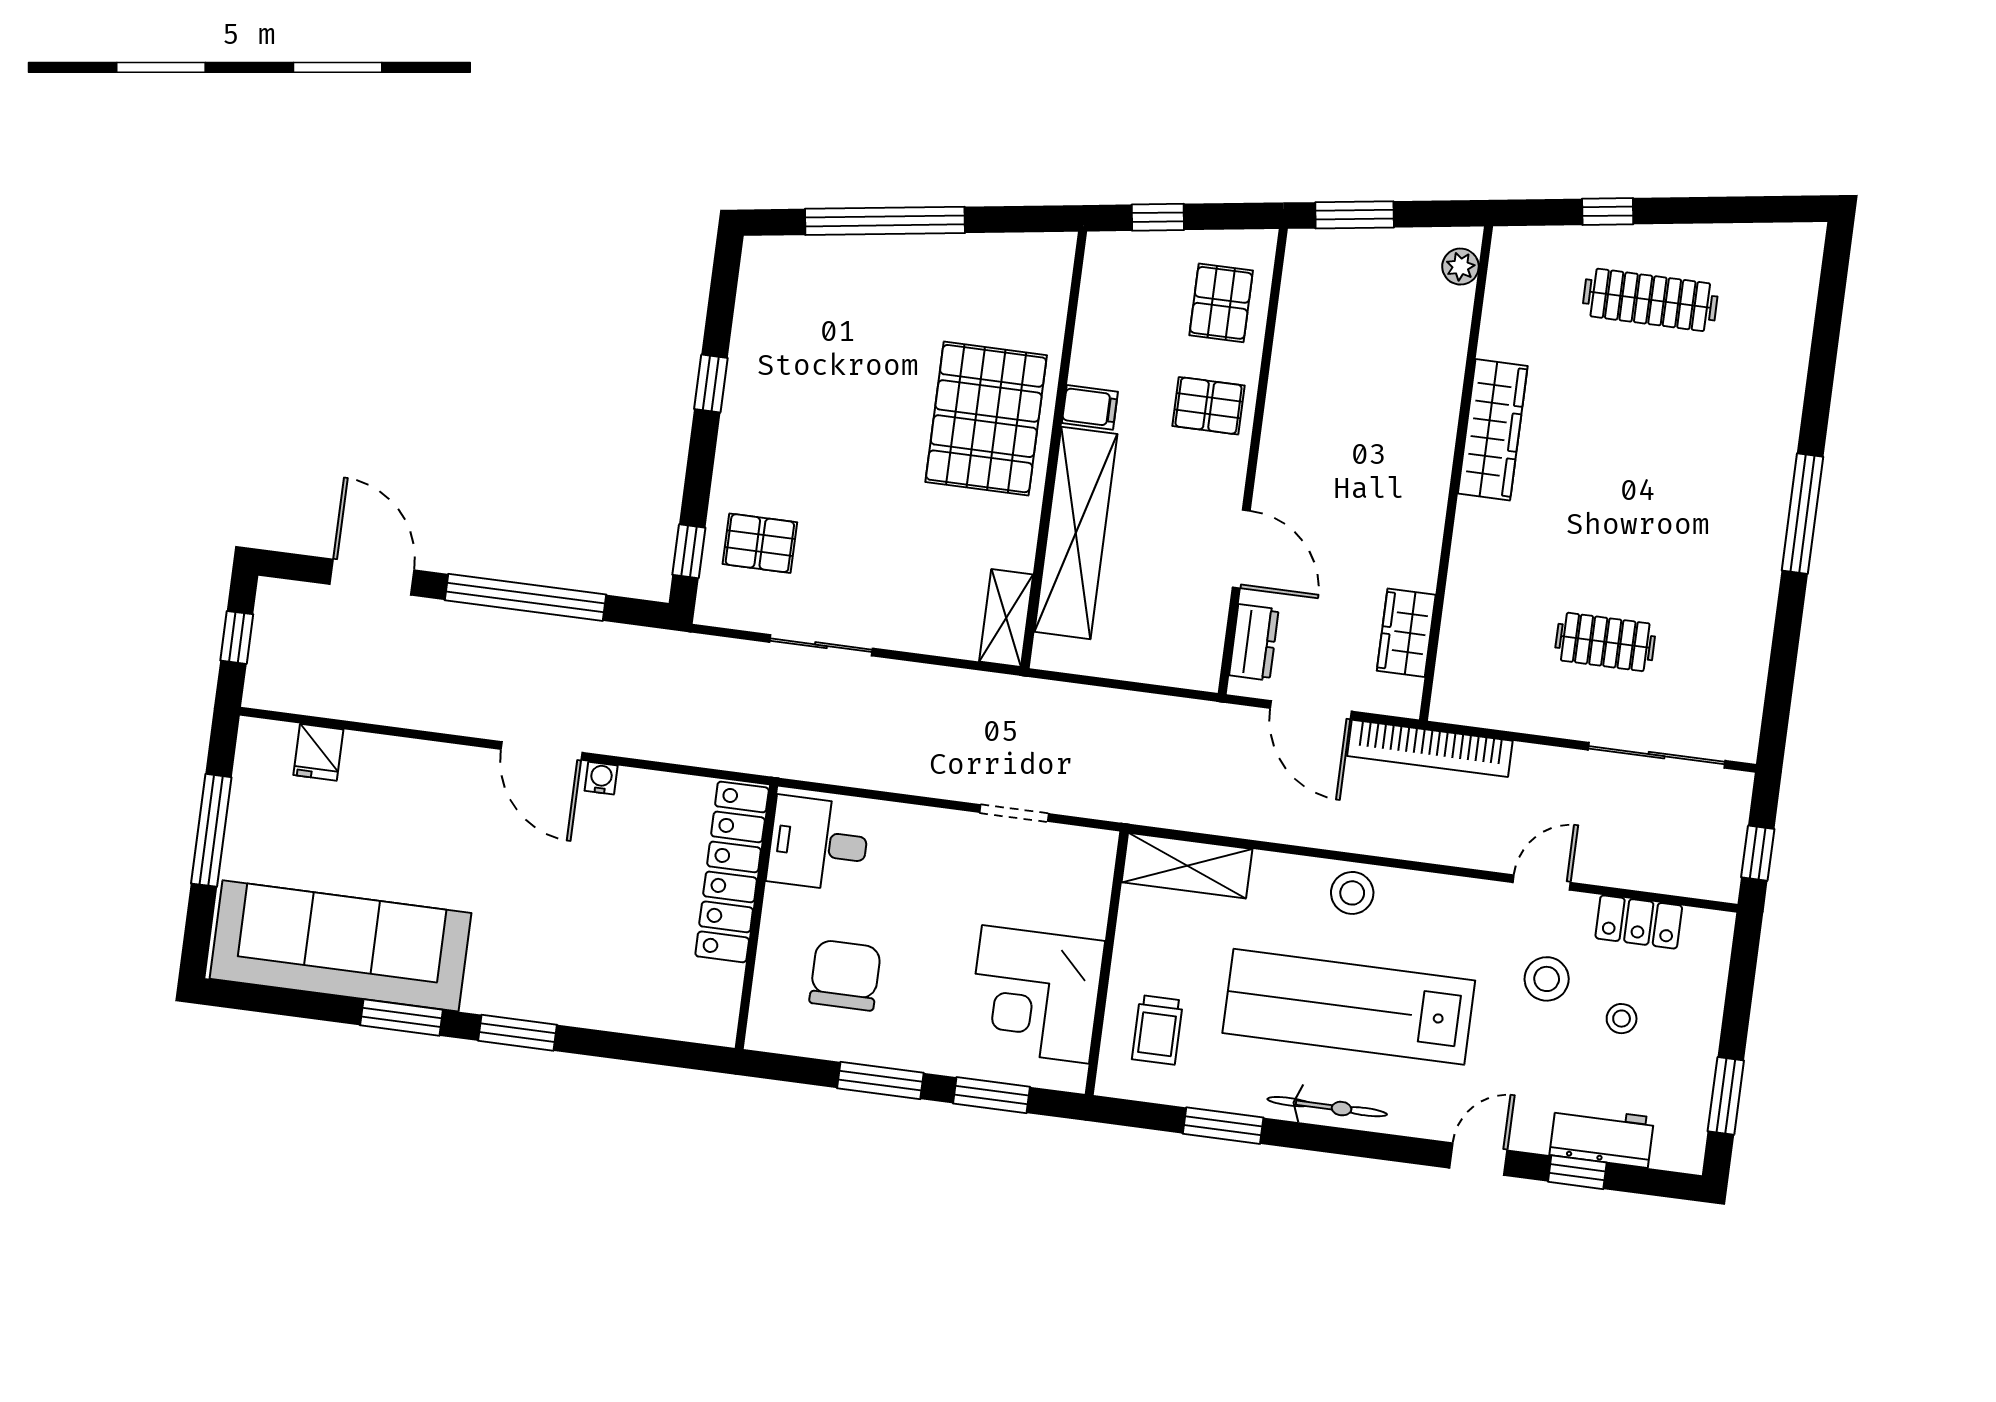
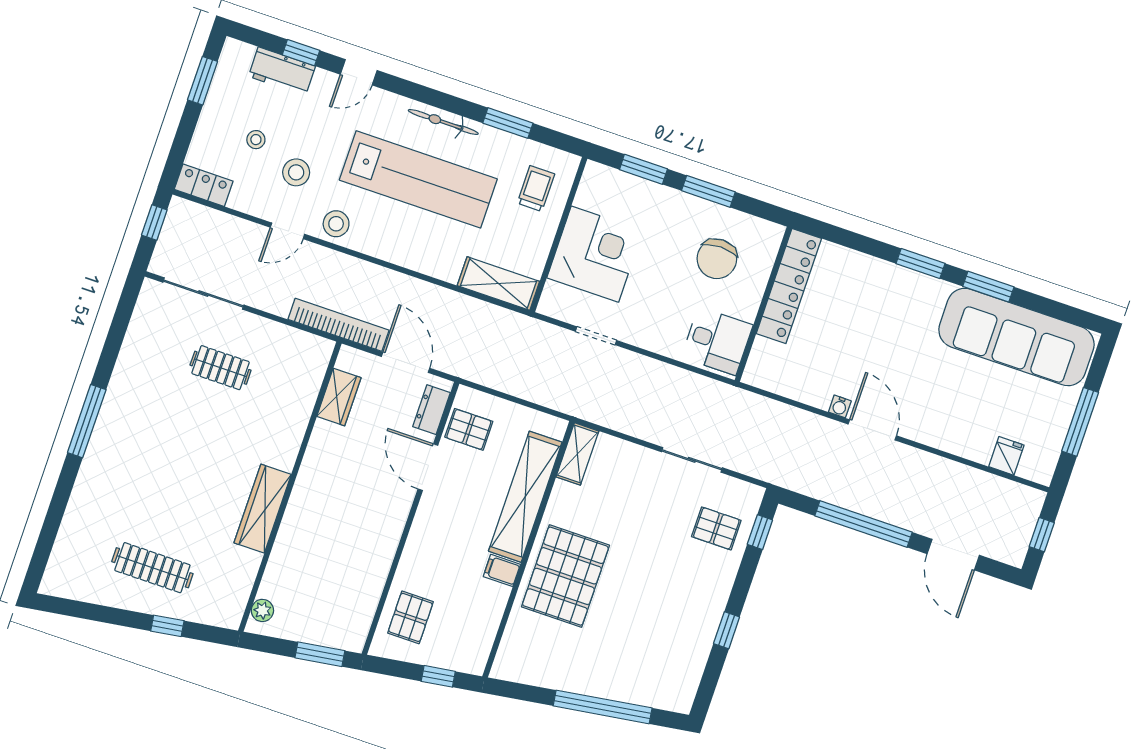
pallet: (1209, 406) -> (469, 429), moved
locker: (732, 872) -> (789, 286), moved
stool: (1352, 893) -> (336, 224), moved
locker: (1639, 922) -> (204, 185), moved
corner desk: (1035, 994) -> (595, 254), moved

